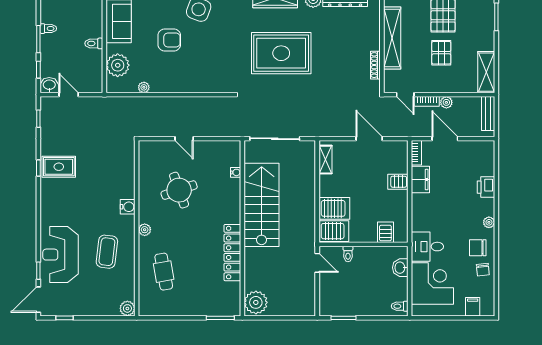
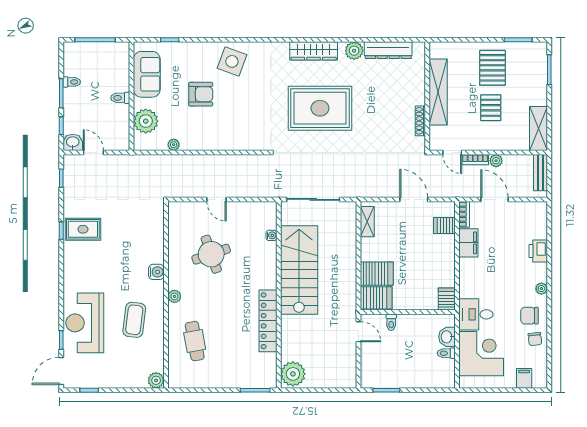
server rack: (398, 182) -> (444, 226), moved
server rack: (385, 232) -> (447, 299), moved
toilet: (400, 306) -> (446, 353), moved

